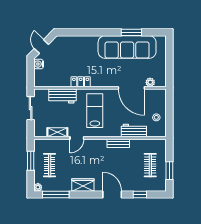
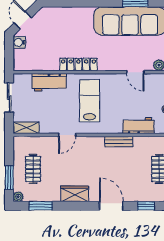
locker: (81, 82) -> (78, 64), width x1.53
door: (131, 88) -> (135, 72), width x0.53
shelving: (57, 132) -> (26, 128), moved
window: (31, 161) -> (9, 177), moved
window: (56, 195) -> (41, 206), width x0.69

